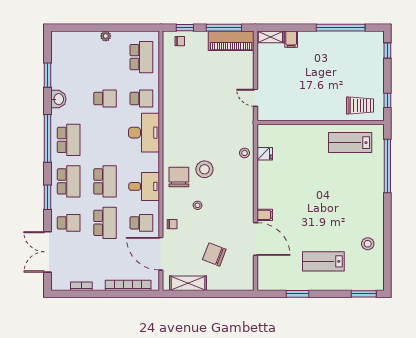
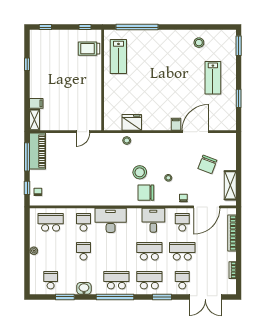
window: (341, 28) -> (27, 64), width x0.32
school desk: (69, 57) -> (51, 280), added
trolley: (360, 105) -> (89, 49), turned -90
fridge: (265, 154) -> (132, 122), width x1.88, depth x1.34

